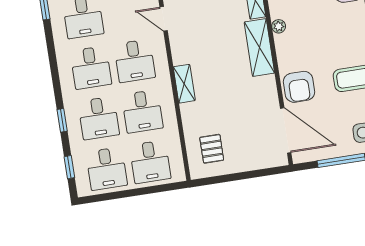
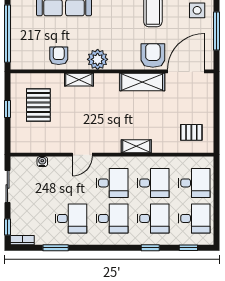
plant: (279, 26) -> (98, 59), width x1.88, depth x1.88
shelving: (259, 47) -> (142, 82), moved
armchair: (299, 87) -> (153, 55), turned -90

